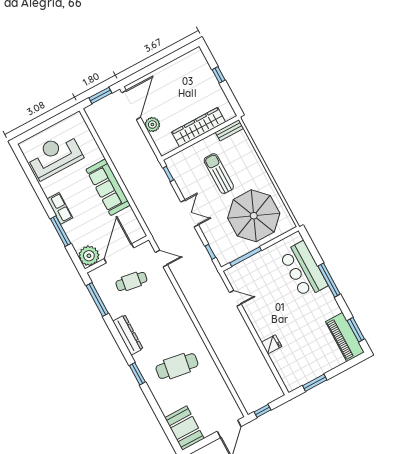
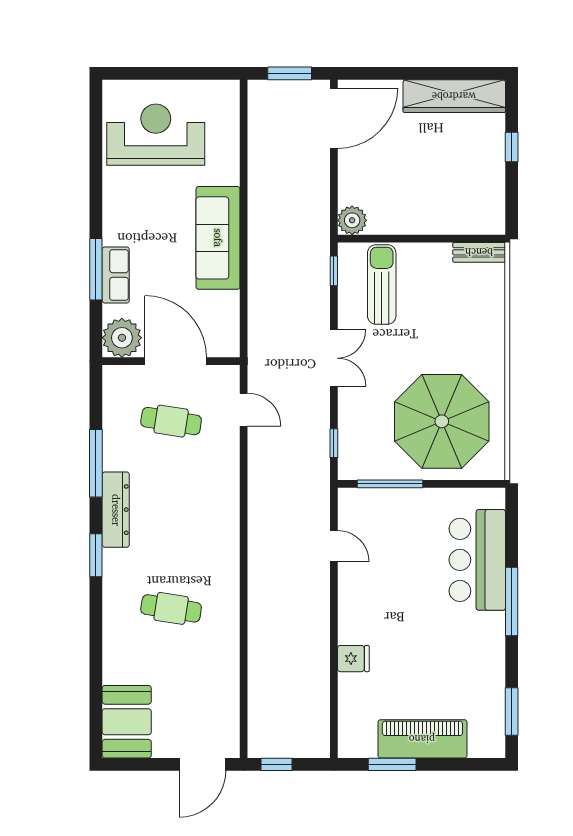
plant: (152, 125) -> (352, 220), moved
wardrobe: (199, 127) -> (454, 96), moved, turned 180
sun lounger: (219, 174) -> (382, 285), moved
row of seats: (60, 208) -> (116, 275), moved
door: (119, 253) -> (176, 361), hinge flipped
window: (97, 299) -> (96, 463), moved
piano: (345, 337) -> (422, 739), moved, turned 90
cafe table: (177, 366) -> (171, 608), width x0.73, depth x0.74
window: (137, 374) -> (96, 555), moved

